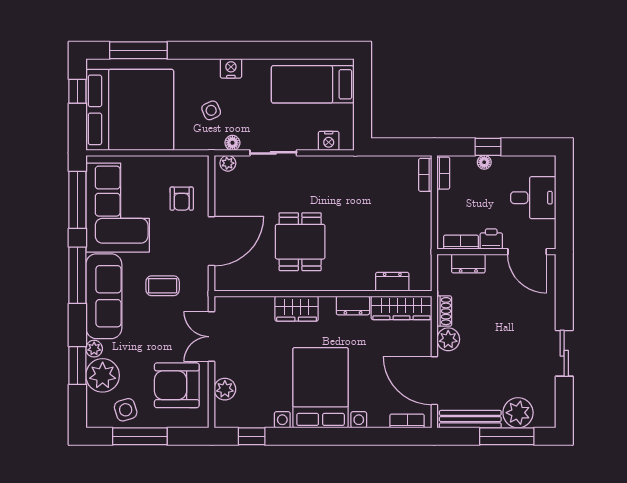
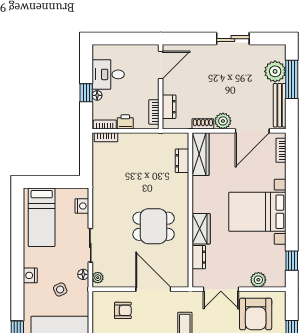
desk: (533, 198) -> (108, 74), moved, turned -90
printer: (491, 239) -> (125, 122), moved, turned 90
dresser: (353, 305) -> (199, 257), moved

